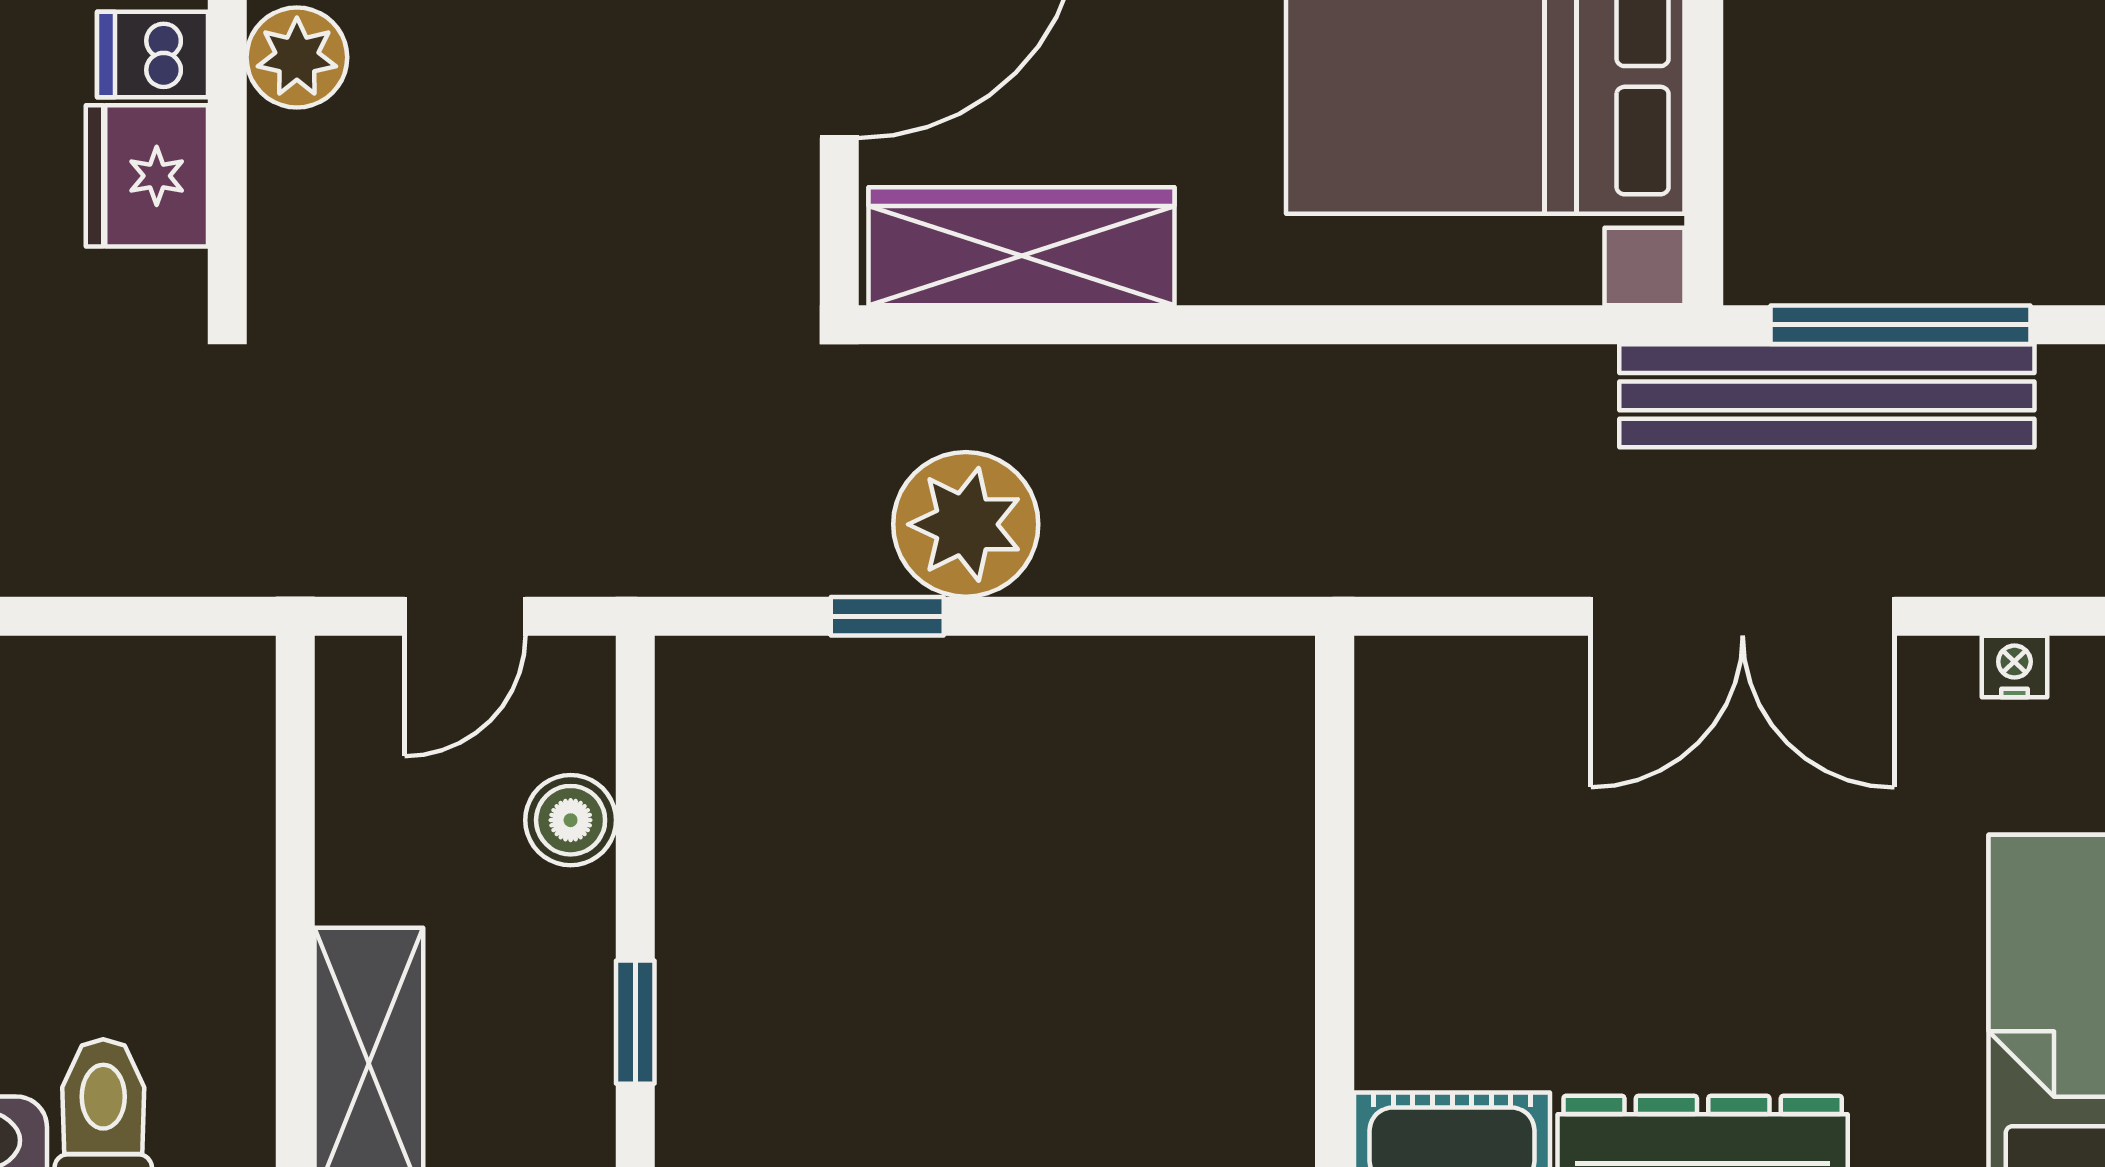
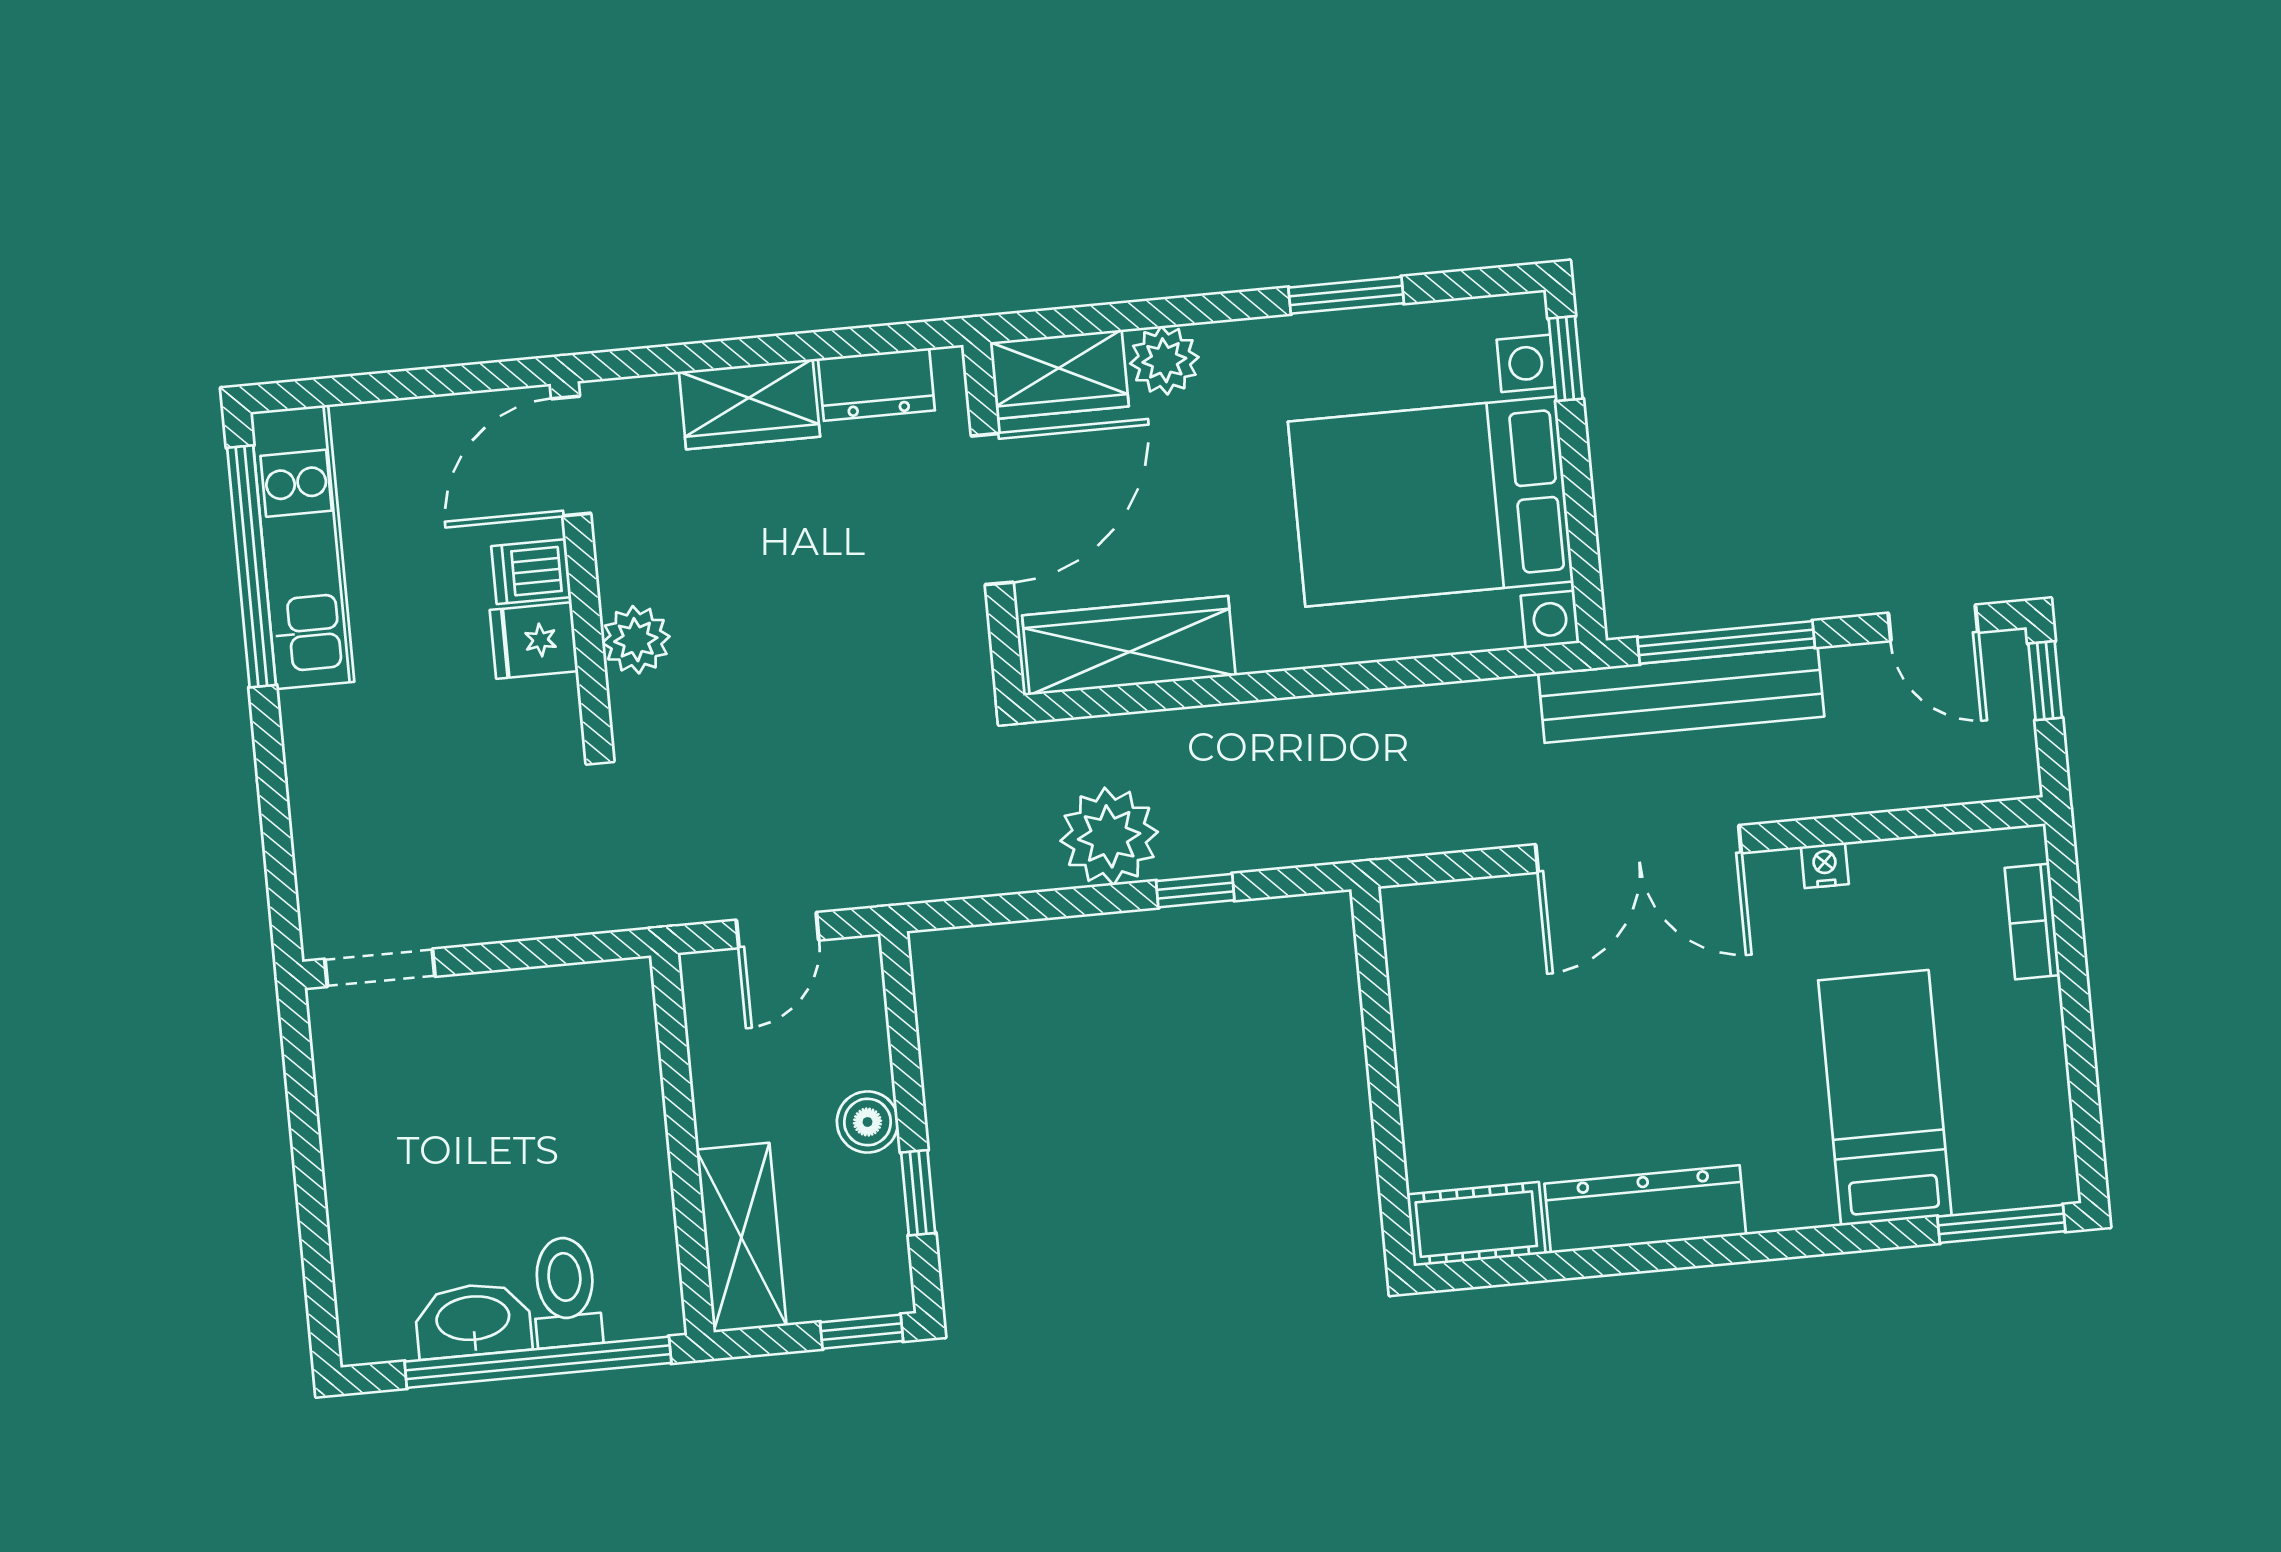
plant: (297, 57) -> (636, 640), moved
fridge: (147, 176) -> (534, 641), width x0.72
window: (887, 616) -> (1195, 891), moved
boiler: (571, 820) -> (867, 1122), moved

